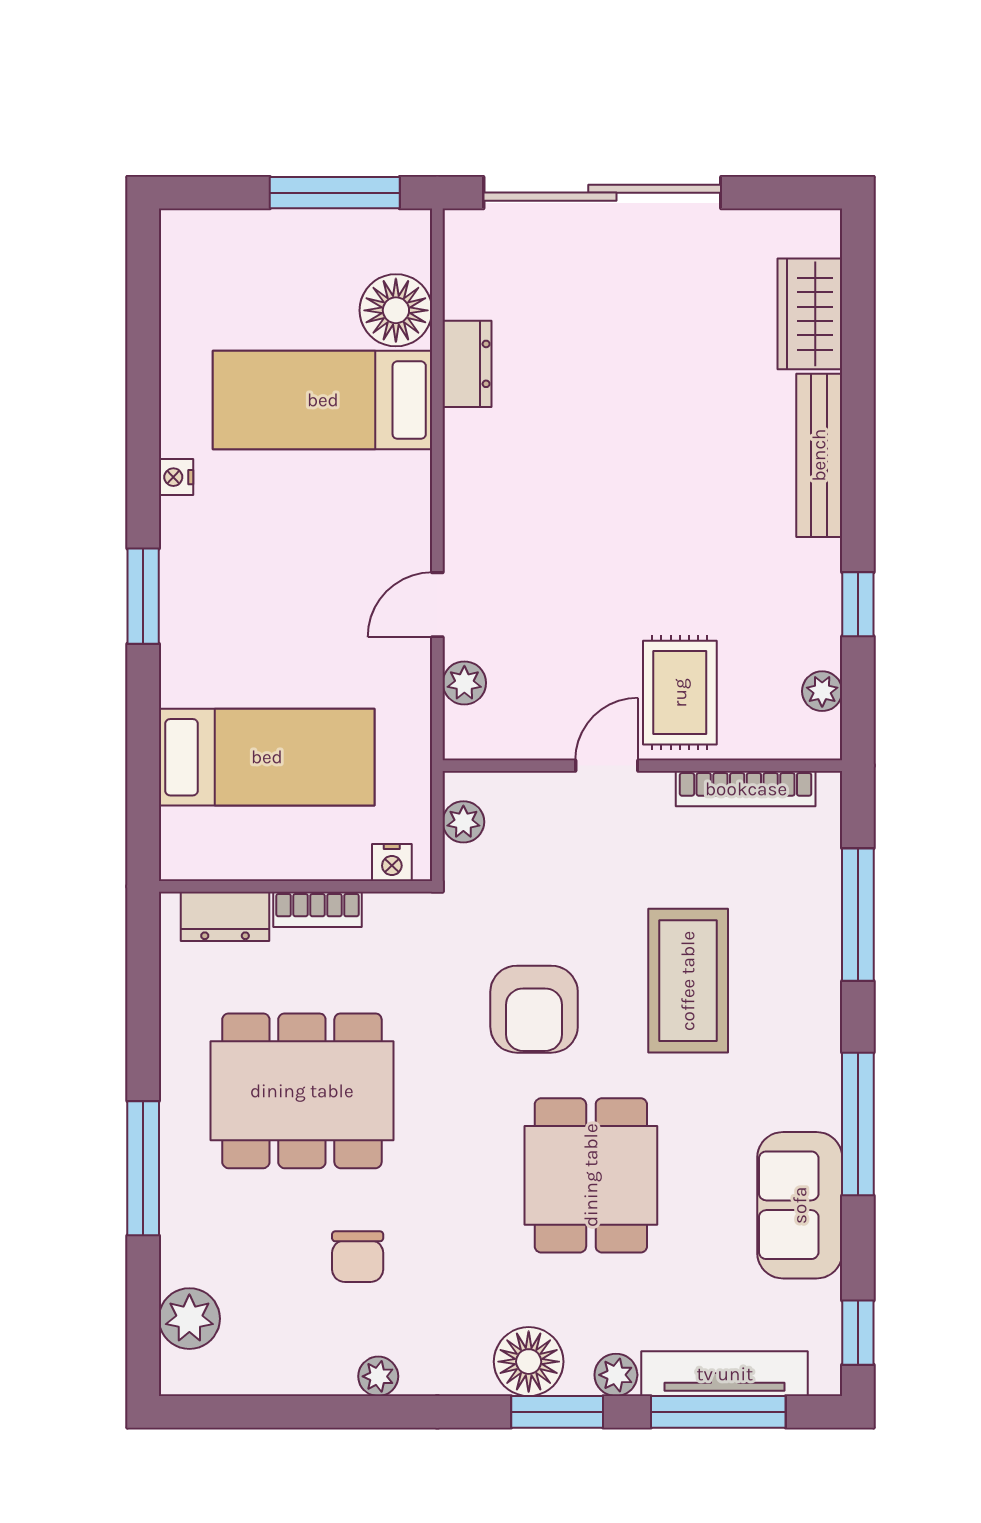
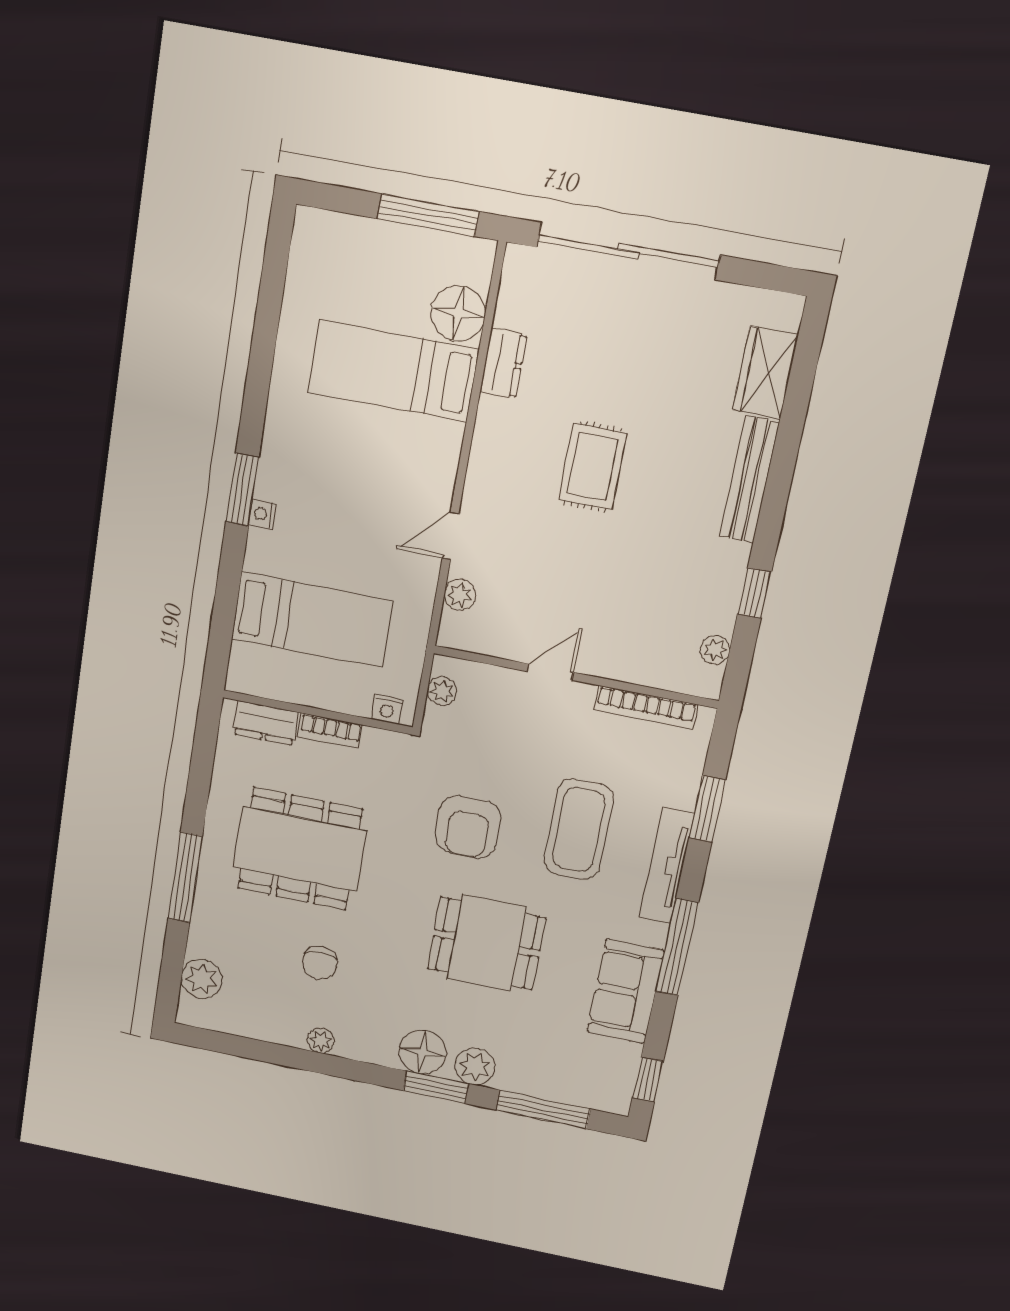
nightstand: (176, 477) -> (262, 514), moved
rug: (680, 693) -> (592, 467), moved
window: (858, 915) -> (707, 809), width x0.69
dining table: (591, 1175) -> (487, 943), turned 90
tv unit: (725, 1374) -> (667, 866), moved, turned -90
plant: (616, 1375) -> (475, 1066), width x1.38, depth x1.38

